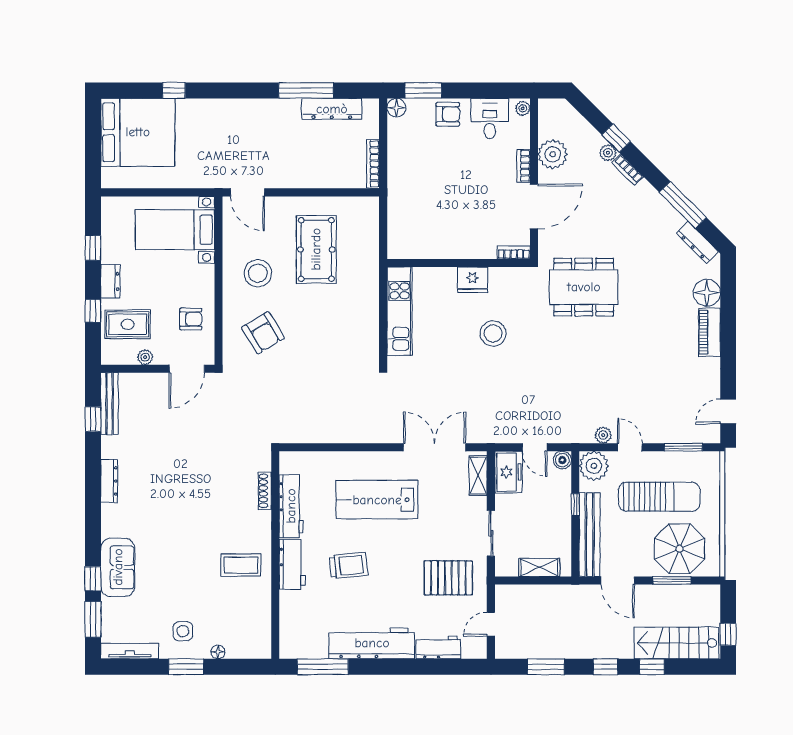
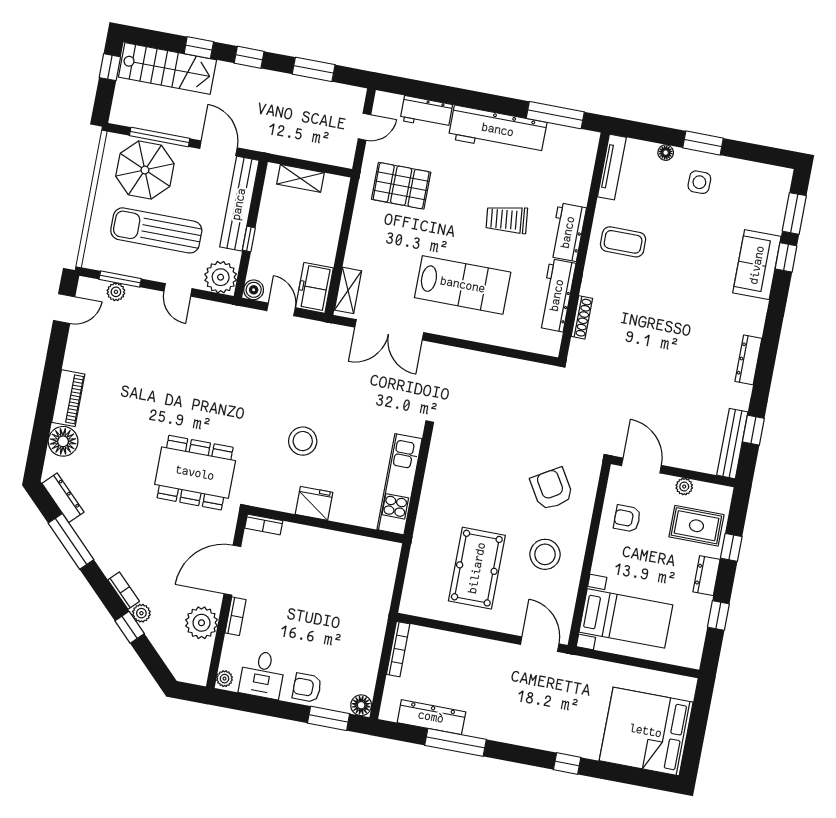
window: (174, 90) -> (567, 763), moved
door: (187, 369) -> (641, 465), hinge flipped
plant: (603, 435) -> (116, 292), moved
sliding door: (491, 533) -> (346, 225), removed
window: (672, 580) -> (160, 137), width x1.44
tv unit: (130, 651) -> (612, 167), moved, turned -90

